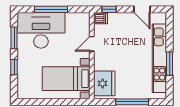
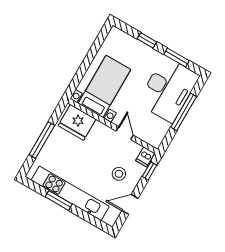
stool: (124, 31) -> (119, 174), added

